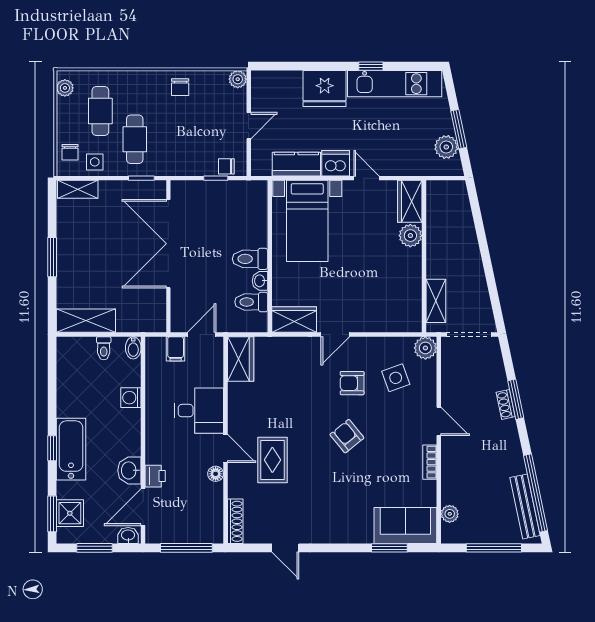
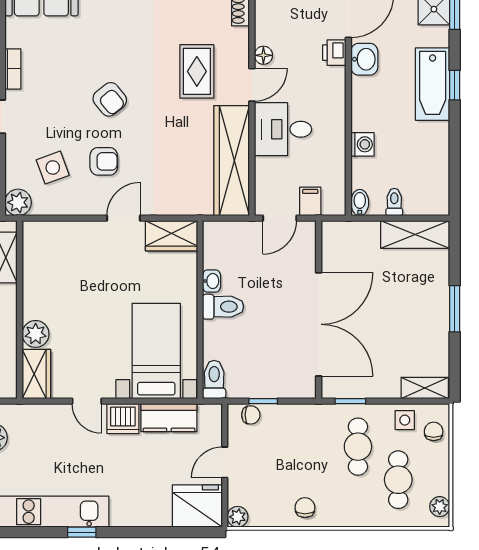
fridge: (325, 88) -> (197, 506), moved
toilet: (251, 302) -> (214, 379), moved, turned -90
wardrobe: (241, 359) -> (232, 161), width x2.10, depth x1.17
door: (225, 449) -> (252, 85), swing flipped

